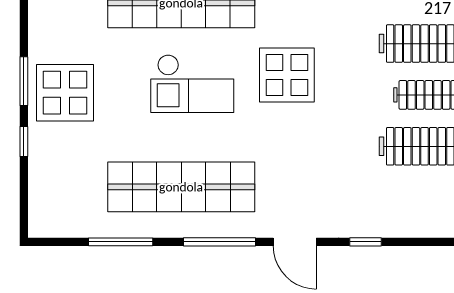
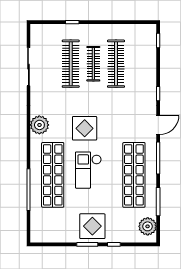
checkout: (192, 84) -> (88, 170), turned 180
plant: (65, 218) -> (148, 226), added

